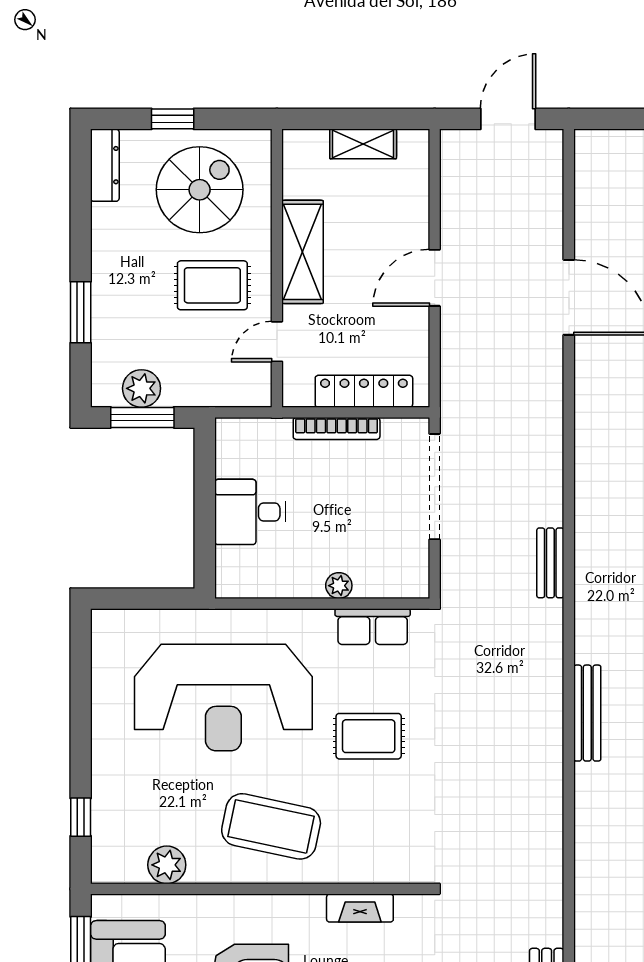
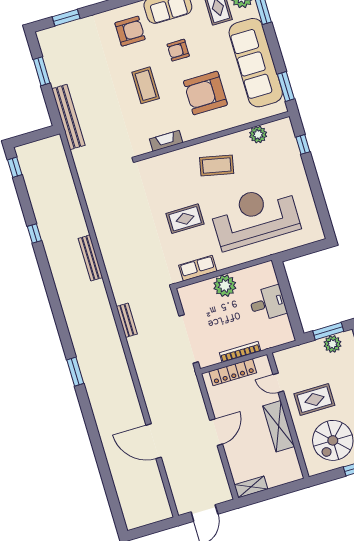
shelving: (363, 144) -> (251, 487), moved
door: (277, 342) -> (278, 383), swing flipped
plant: (339, 586) -> (225, 286), width x1.87, depth x1.87
coffee table: (271, 826) -> (217, 166), width x0.73, depth x0.76

